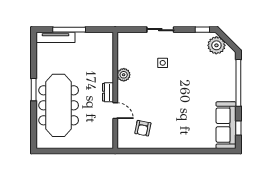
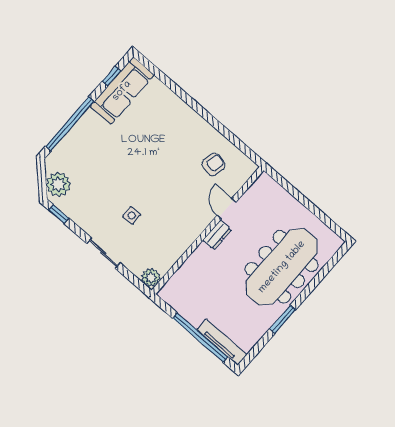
window: (69, 30) -> (200, 338), width x1.46
plant: (124, 75) -> (151, 277), moved
window: (34, 90) -> (283, 319), moved

